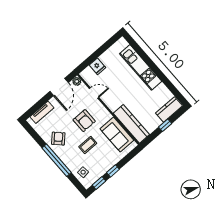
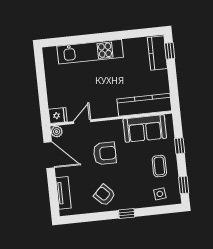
fridge: (97, 66) -> (58, 116), moved
window: (165, 125) -> (170, 51), moved
coffee table: (88, 145) -> (159, 166), moved
window: (57, 160) -> (127, 213), width x0.32
window: (113, 171) -> (180, 146), moved

